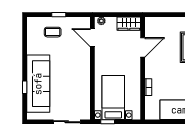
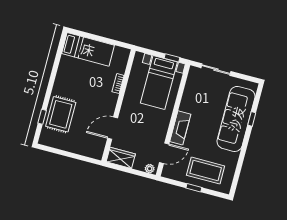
coffee table: (53, 32) -> (206, 171), width x1.86, depth x1.72
door: (92, 38) -> (164, 153), hinge flipped
fireplace: (84, 63) -> (180, 128), added

